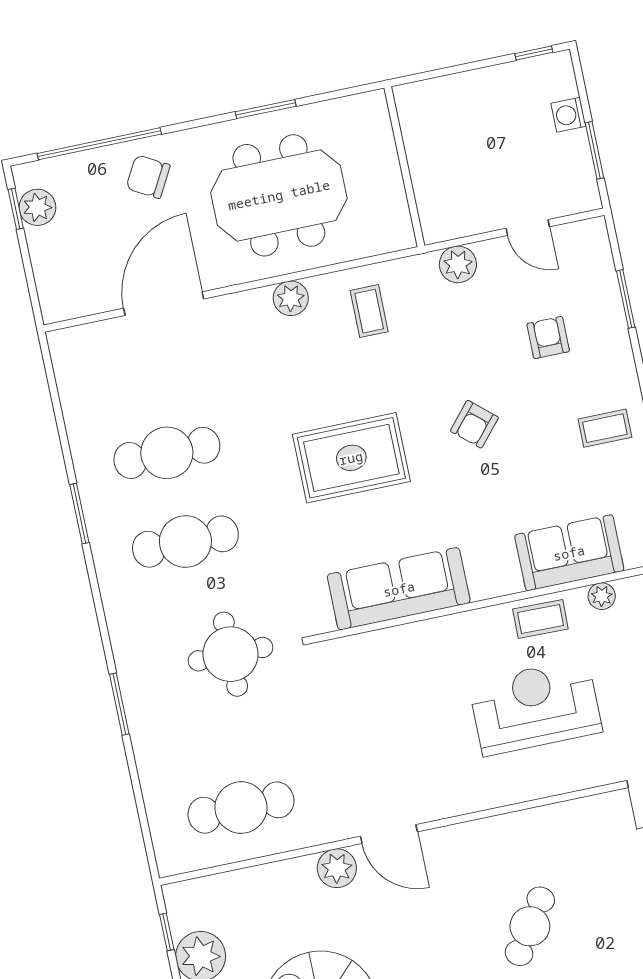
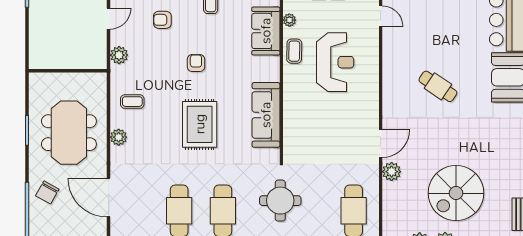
armchair: (474, 424) -> (196, 63), turned -131
reception desk: (535, 707) -> (335, 62), turned 180

